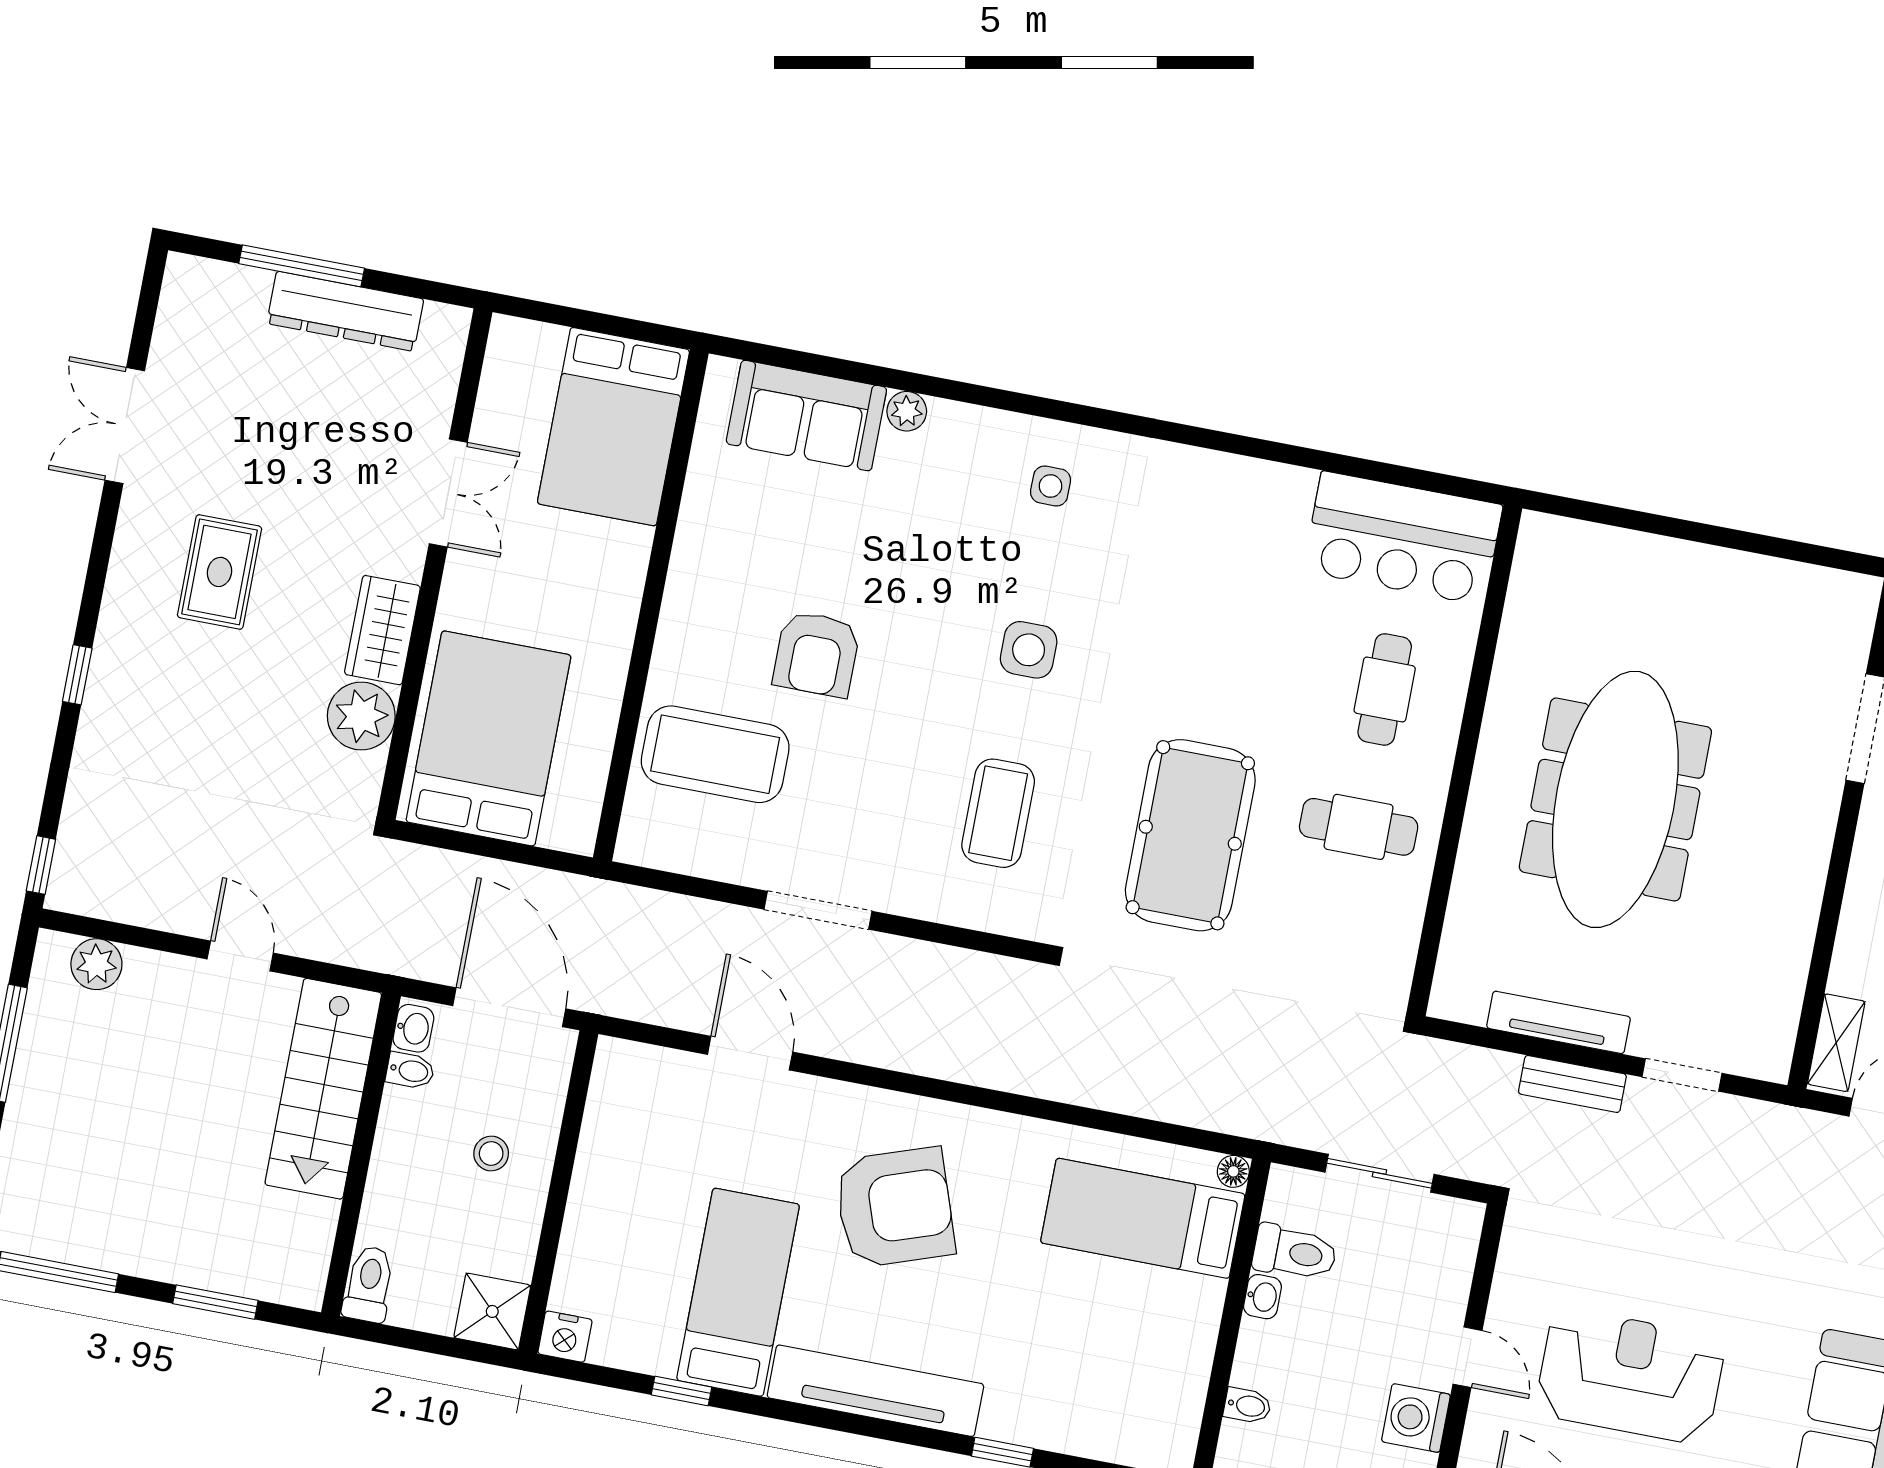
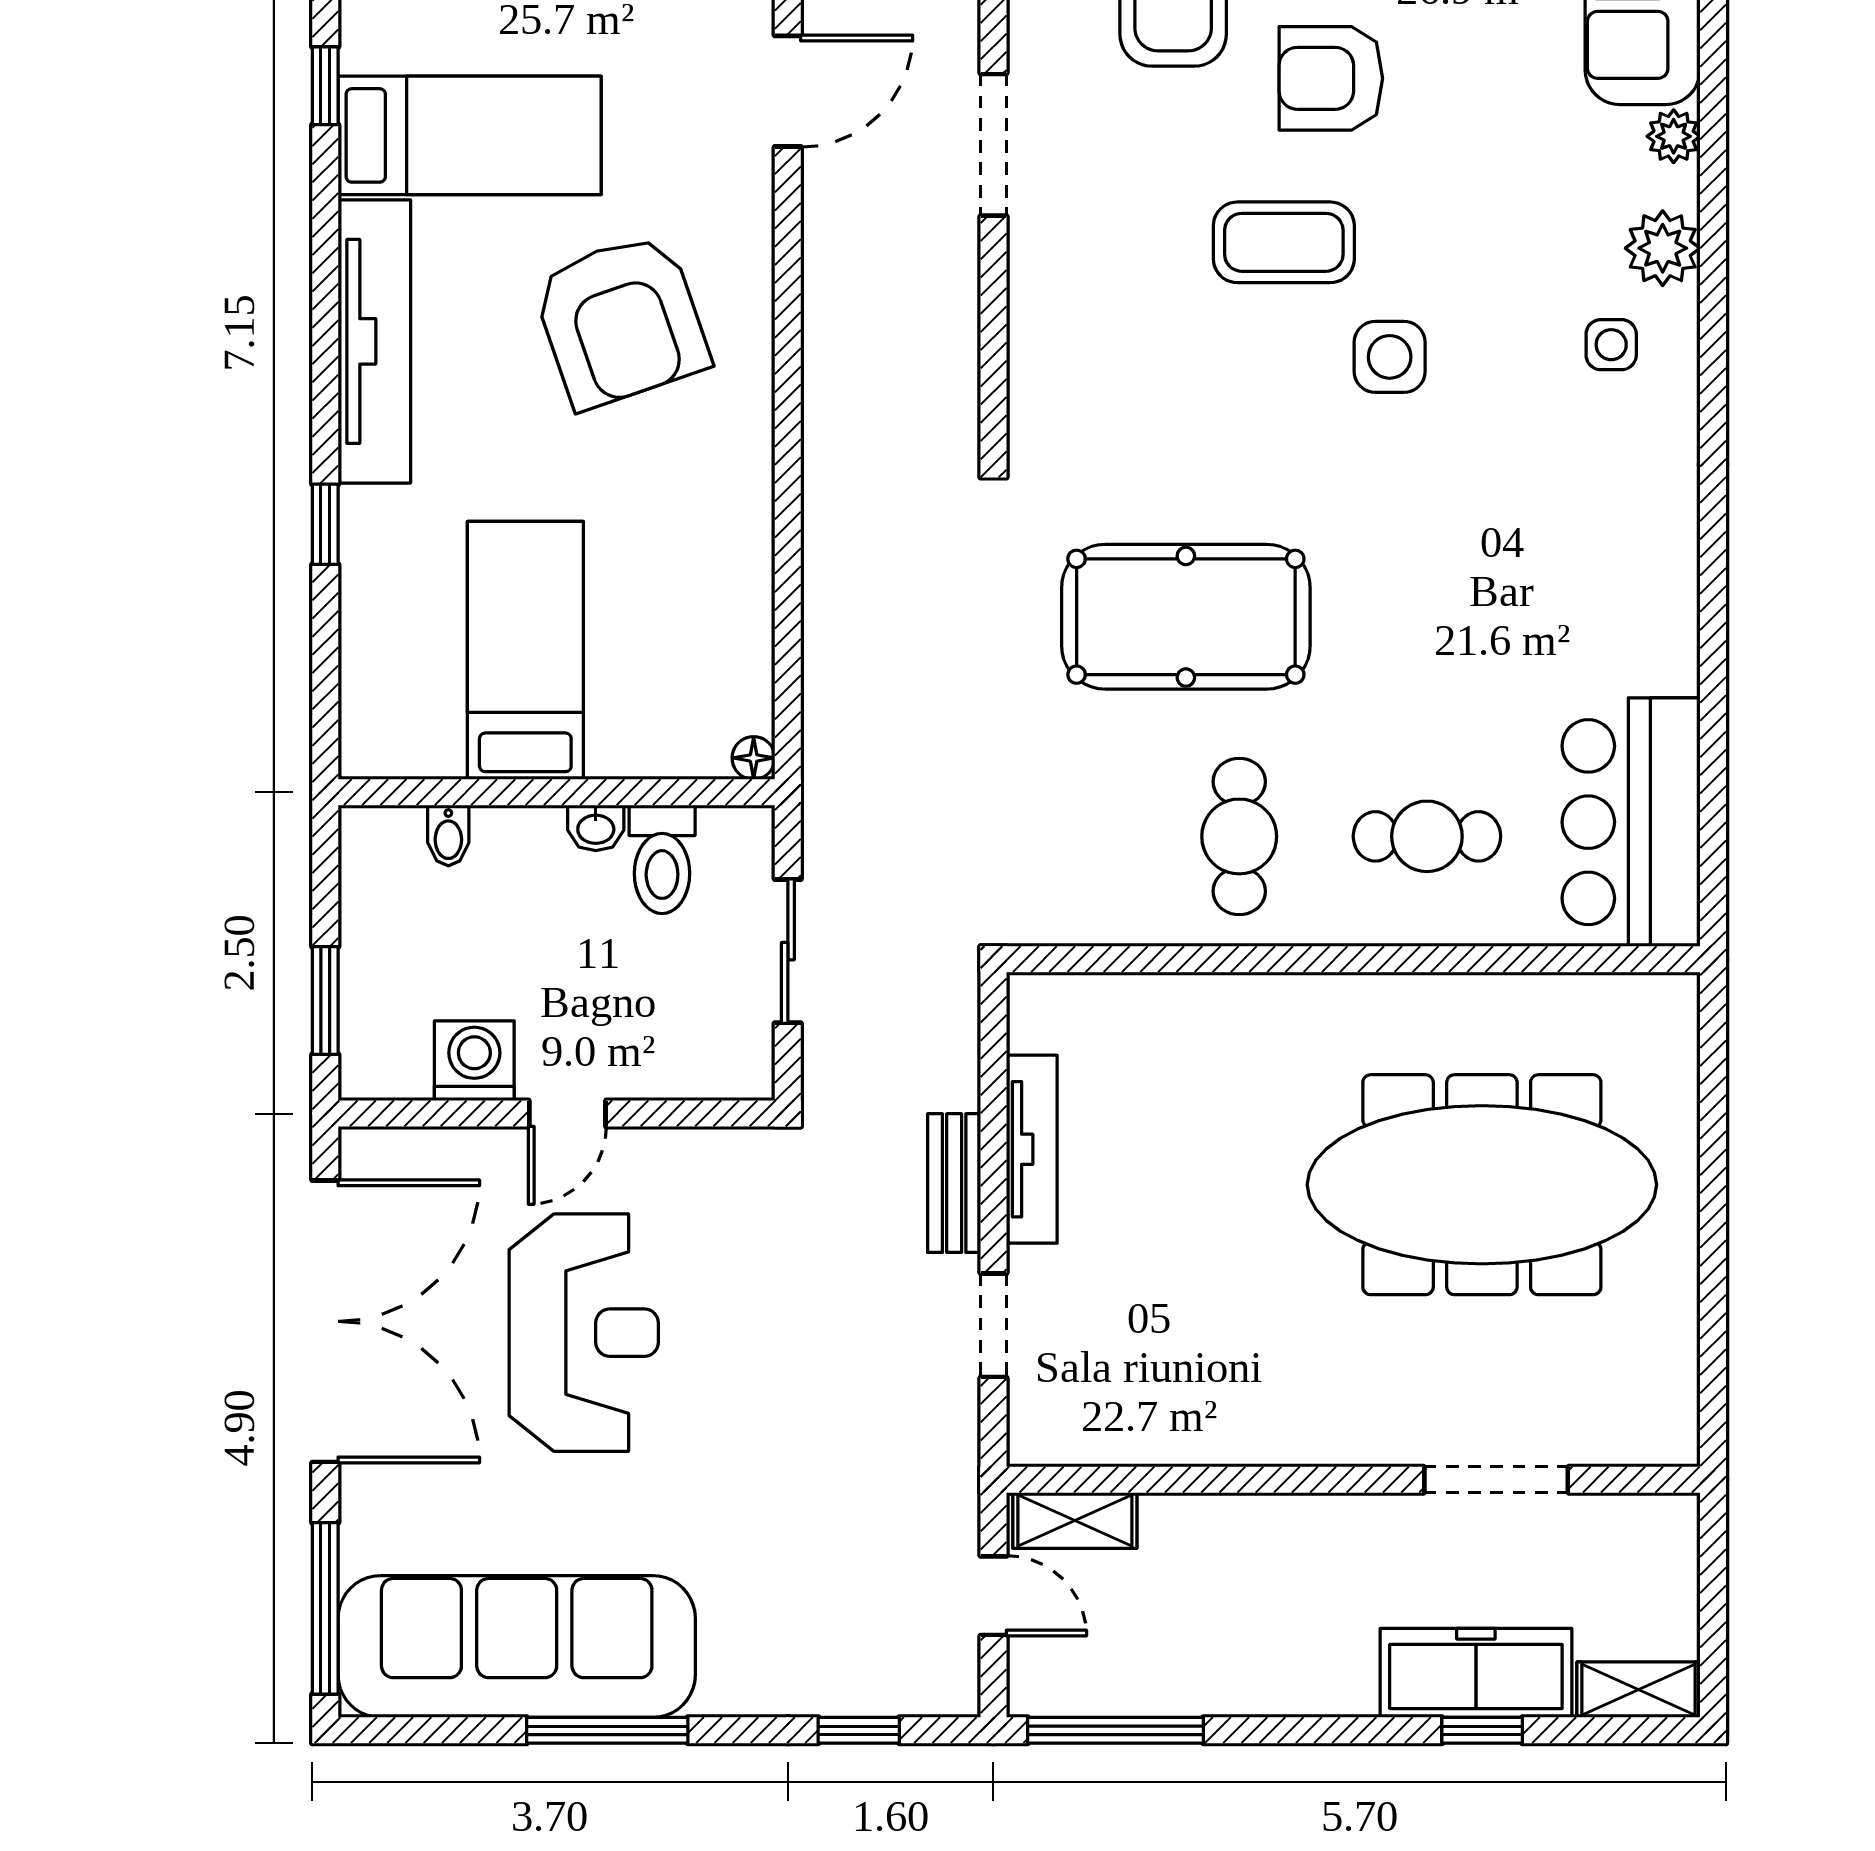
plant: (987, 435) -> (1663, 248), added
meeting table: (1615, 799) -> (1482, 1185), moved
coffee table: (998, 813) -> (1284, 242), moved
bed: (1143, 1218) -> (525, 650), moved

